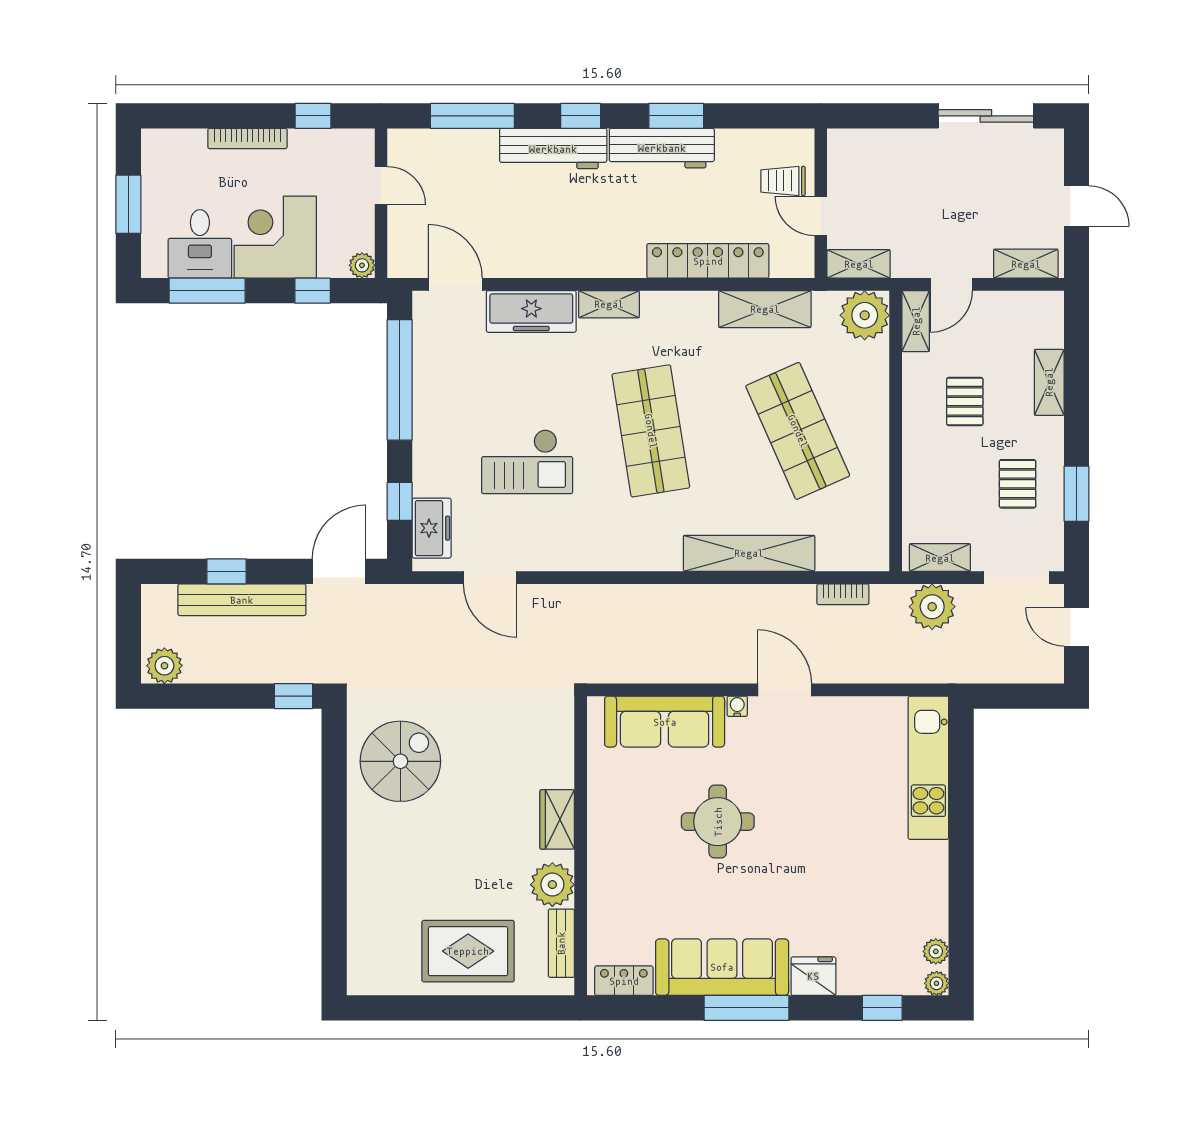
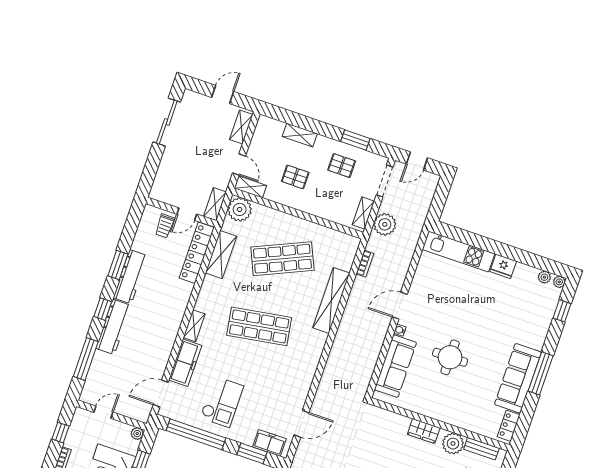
locker: (708, 261) -> (197, 253), moved
checkout: (527, 462) -> (222, 402), moved
window: (400, 501) -> (252, 453), width x1.50
fridge: (813, 976) -> (503, 266), moved, turned -90

